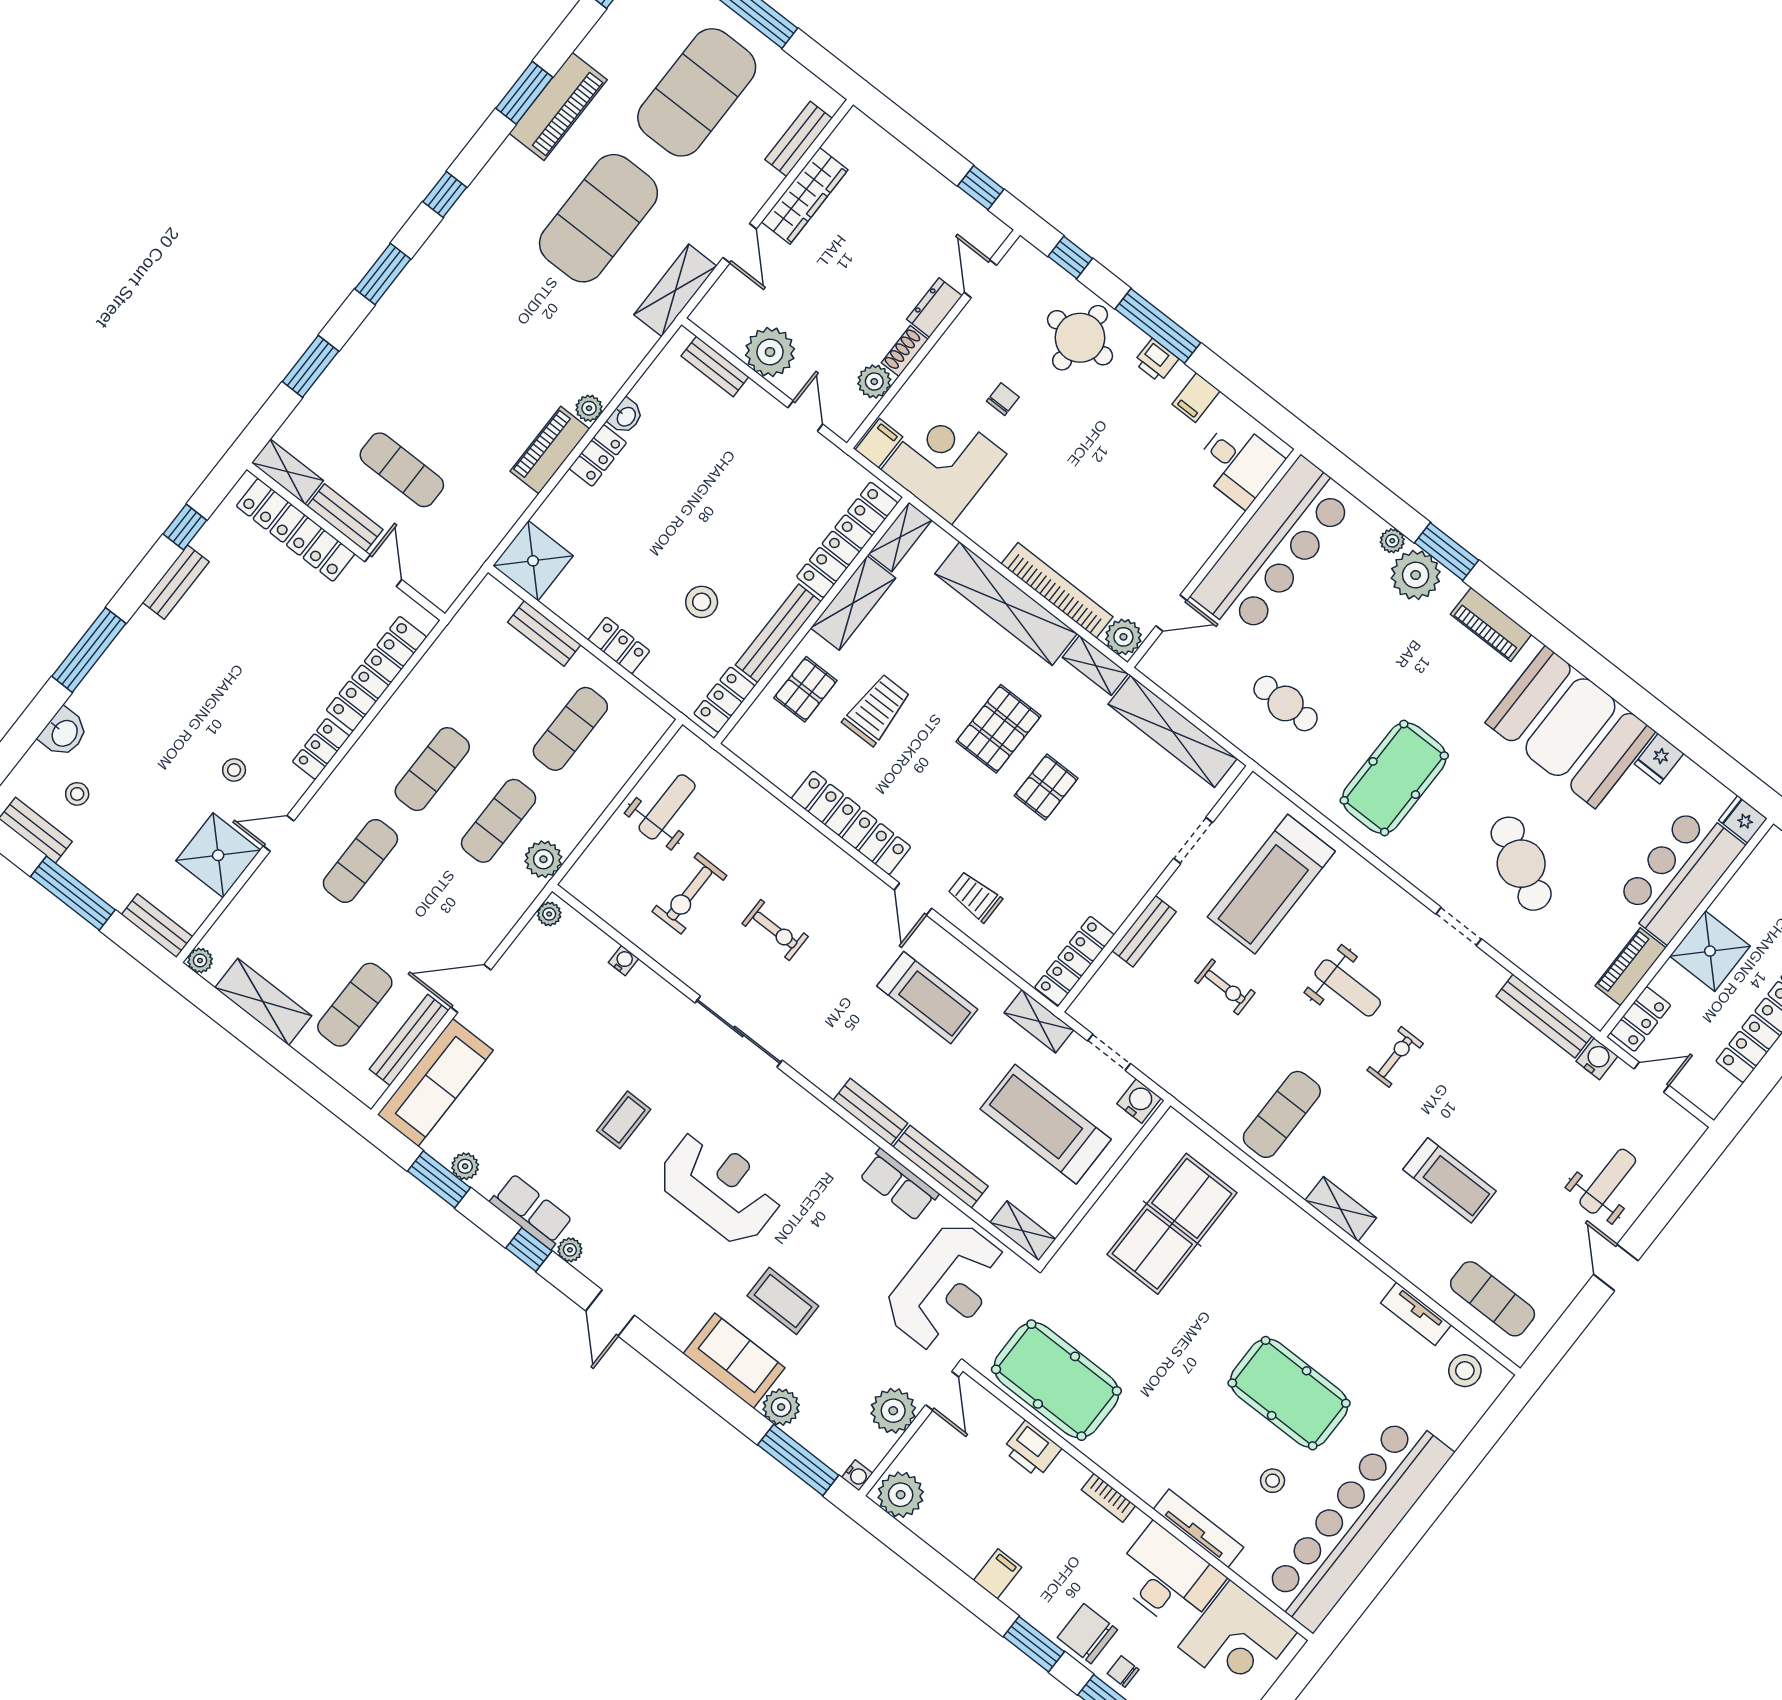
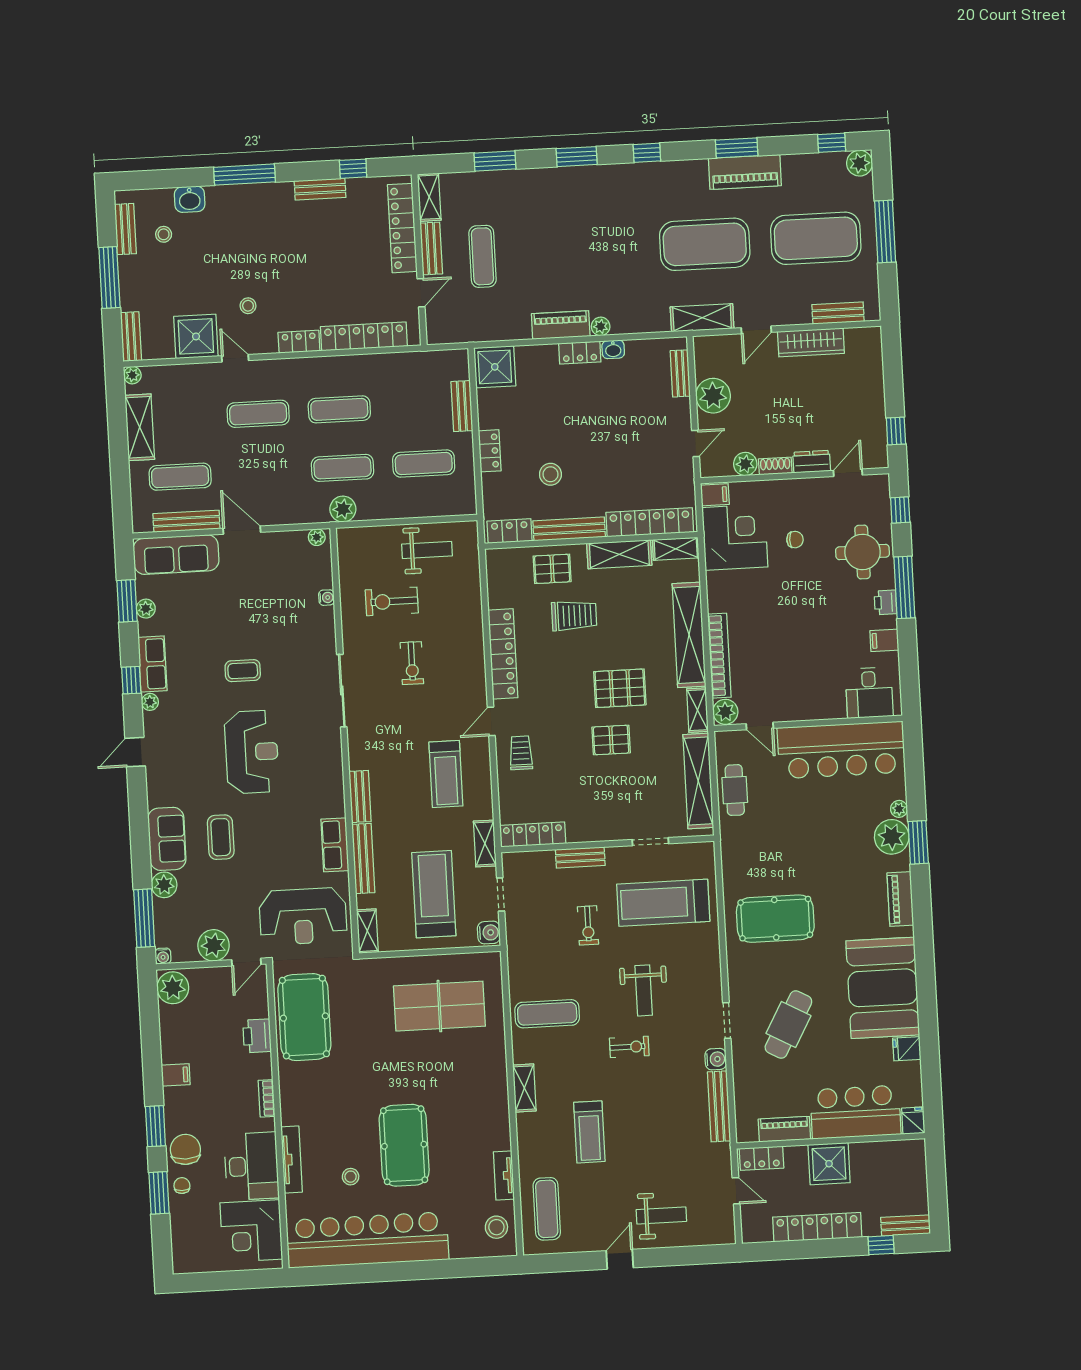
cafe table: (1286, 703) -> (735, 790), moved
water cooler: (1597, 1059) -> (716, 1059), moved

